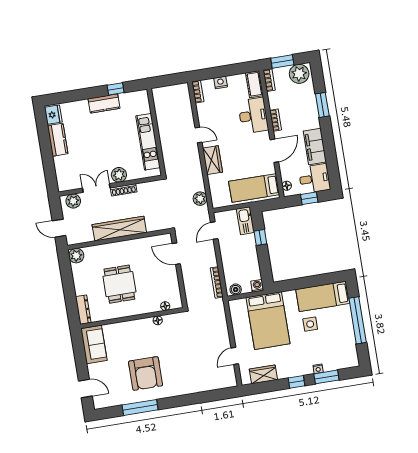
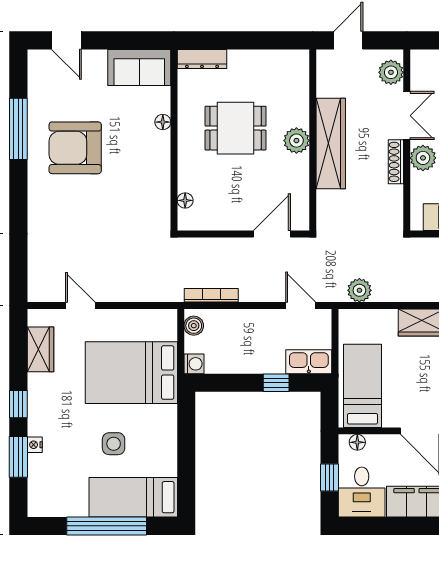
plant: (76, 256) -> (296, 141), moved
bed: (323, 296) -> (133, 497), moved, turned -90
floor lamp: (158, 320) -> (163, 122), moved
door: (85, 388) -> (66, 40), hinge flipped

